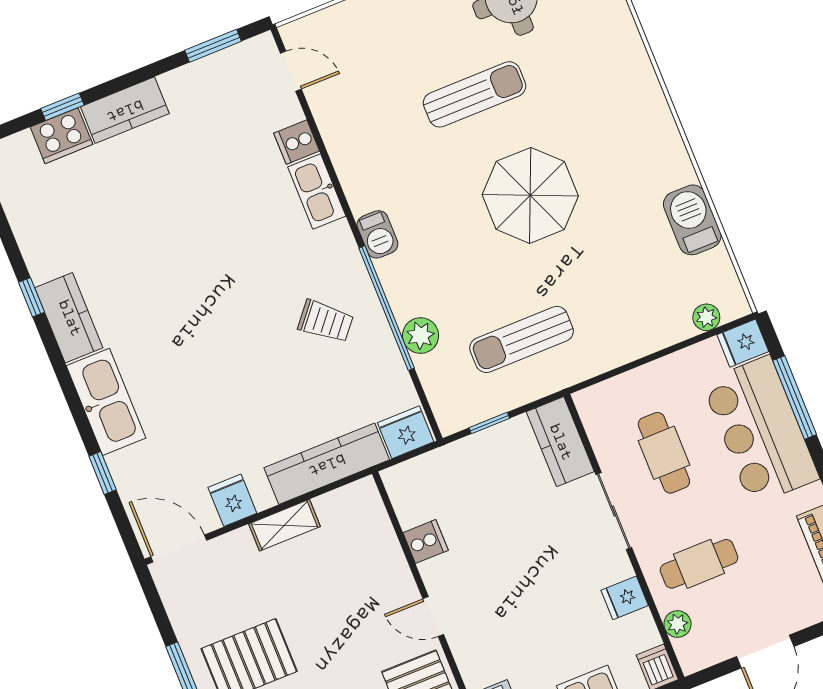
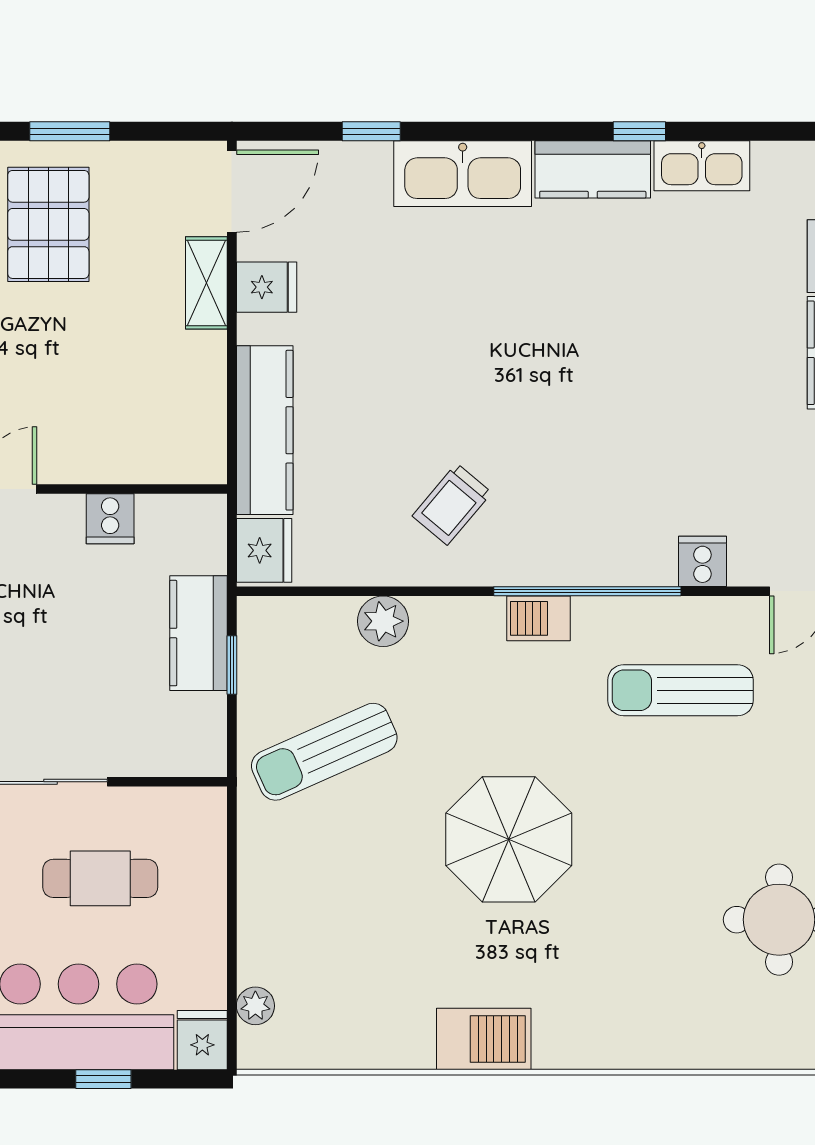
sun lounger: (475, 94) -> (681, 690), moved, turned 90
kitchen sink: (317, 191) -> (702, 166), moved, turned 180
barbecue: (692, 220) -> (484, 1039), moved
window: (387, 308) -> (587, 591), moved
sun lounger: (522, 339) -> (324, 752), turned -114
window: (795, 398) -> (103, 1079), width x0.46
kitchen counter: (560, 442) -> (198, 633), moved, turned -90
shelving: (284, 525) -> (206, 283), moved

